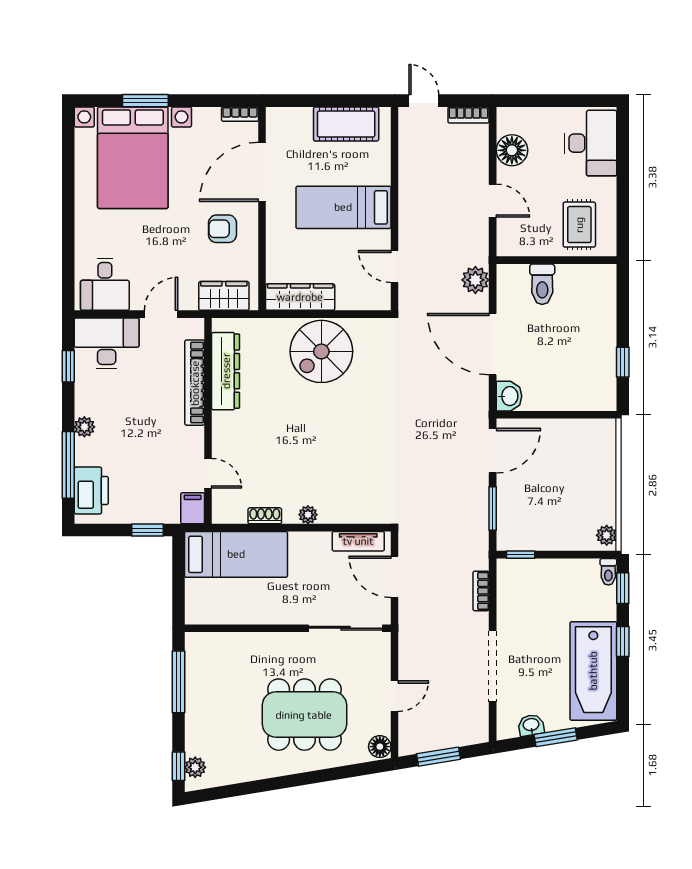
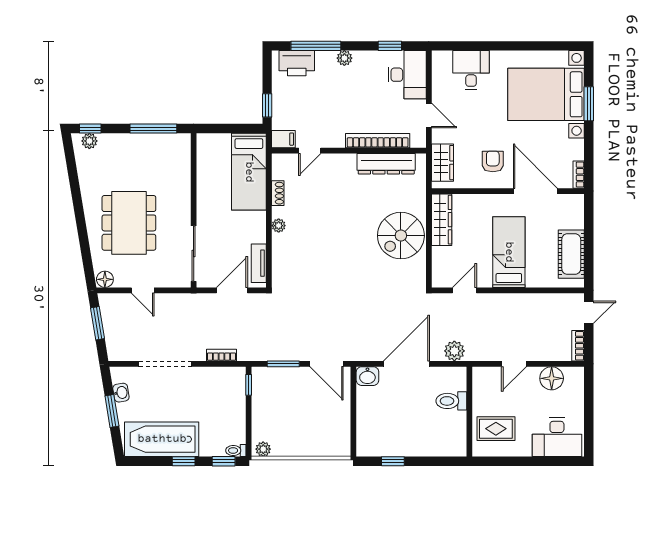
desk: (105, 284) -> (471, 70), moved, turned 90
spiral stairs: (321, 351) -> (401, 236), turned -90

